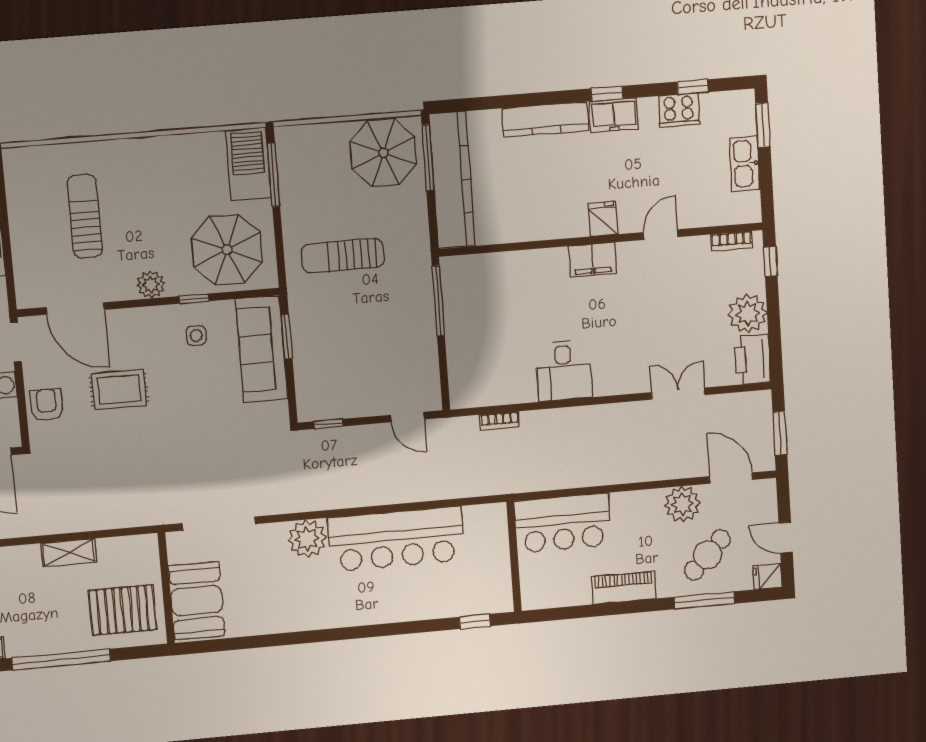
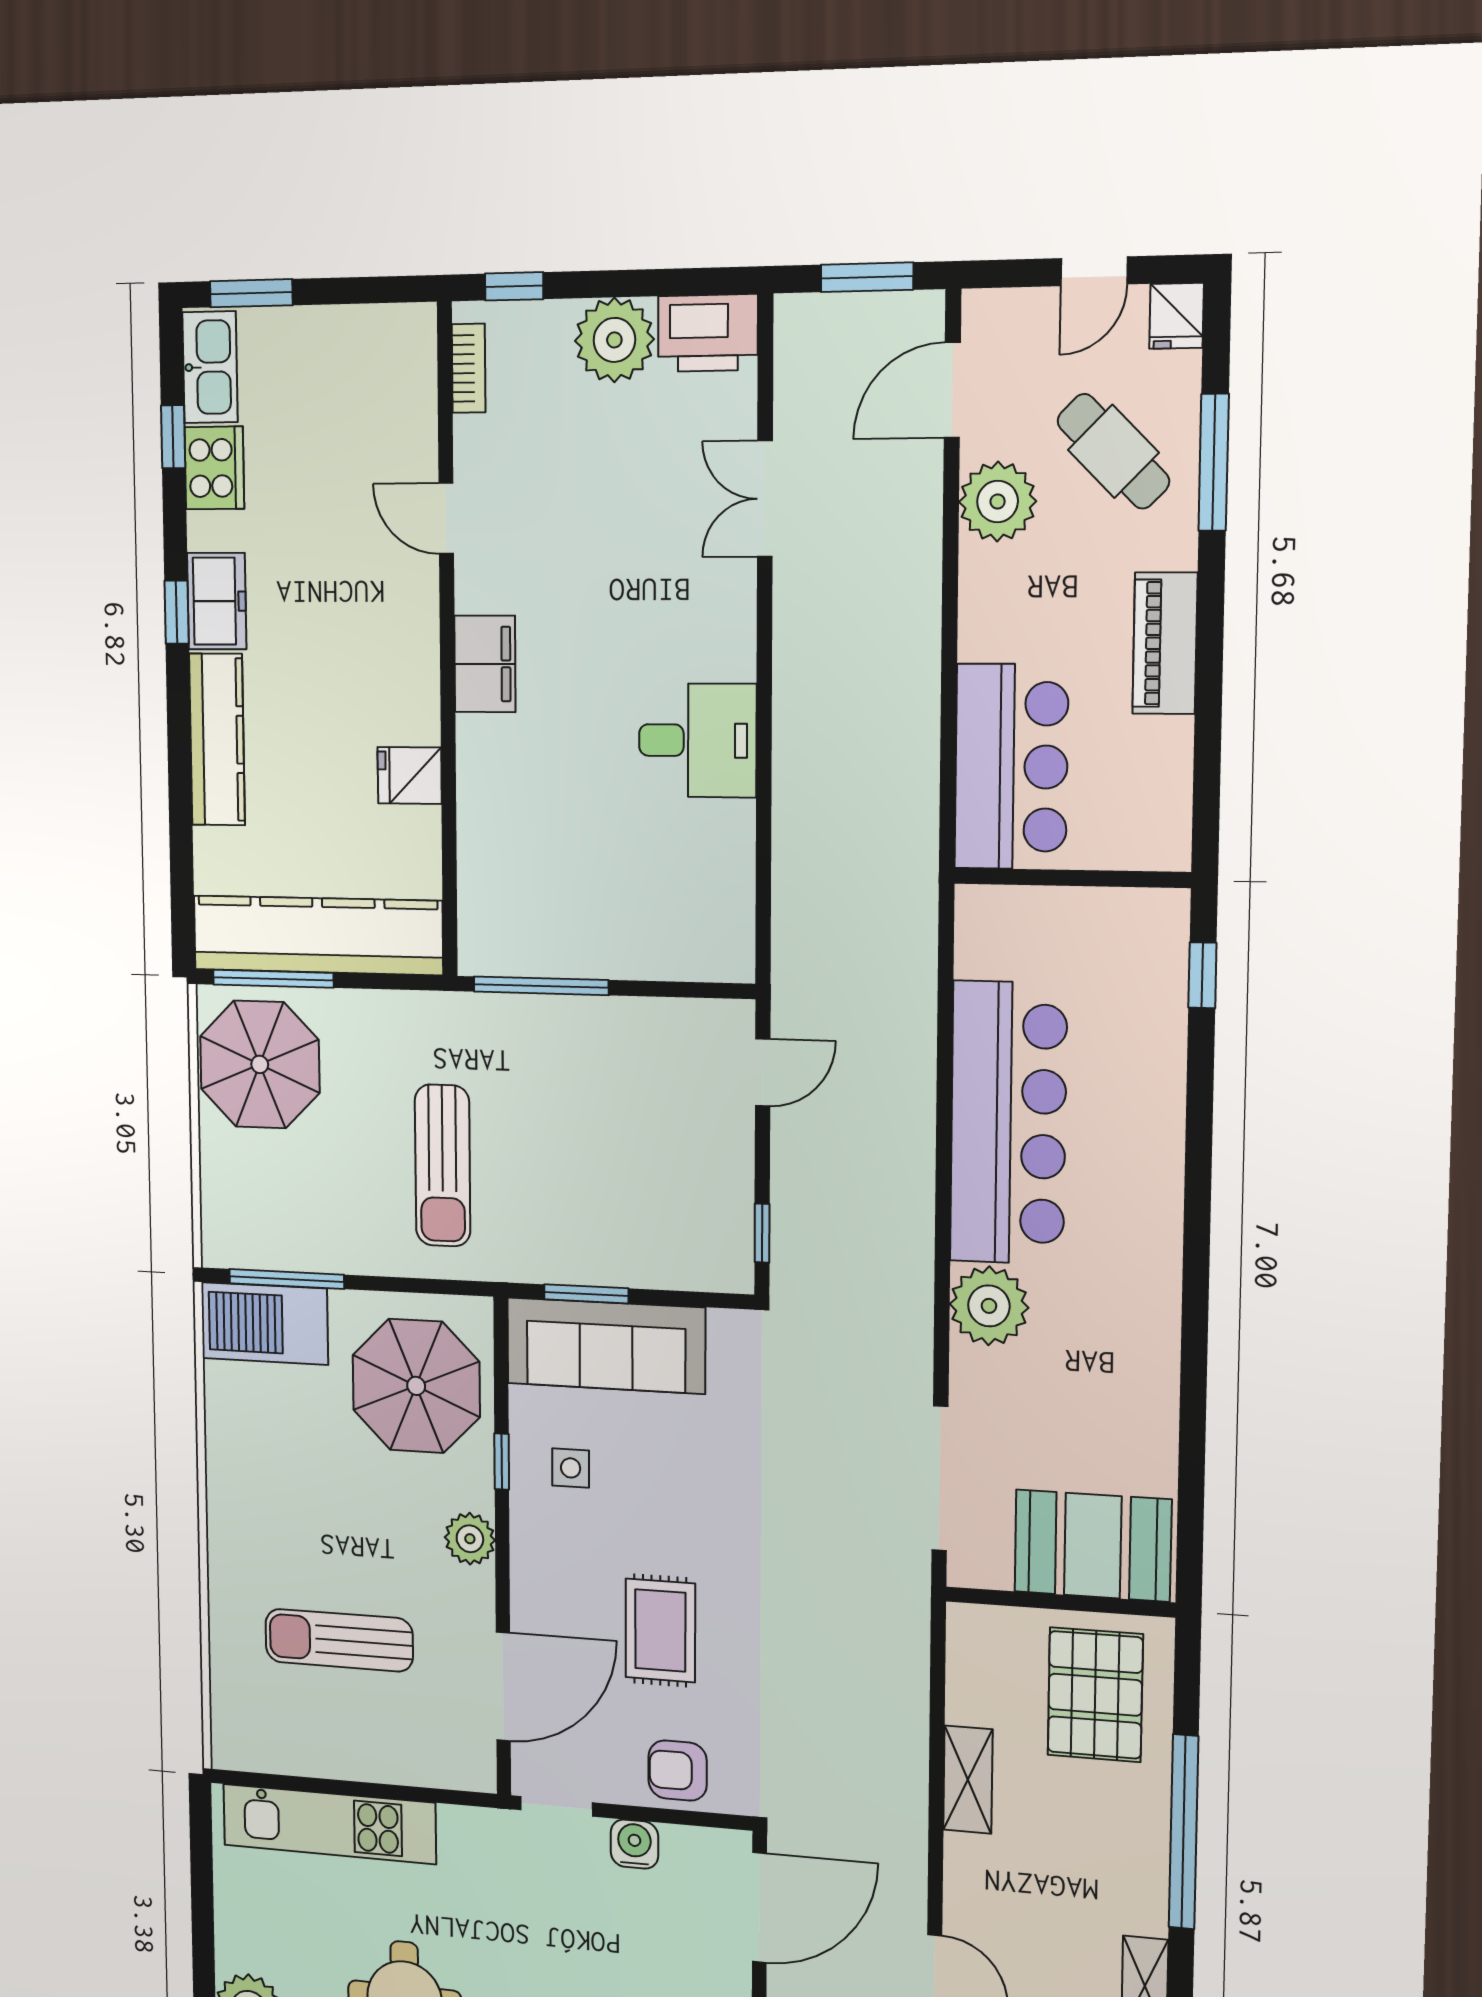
kitchen sink: (745, 164) -> (210, 367), moved, turned -90
fridge: (603, 219) -> (410, 775), moved
bookcase: (500, 421) -> (787, 883), removed

